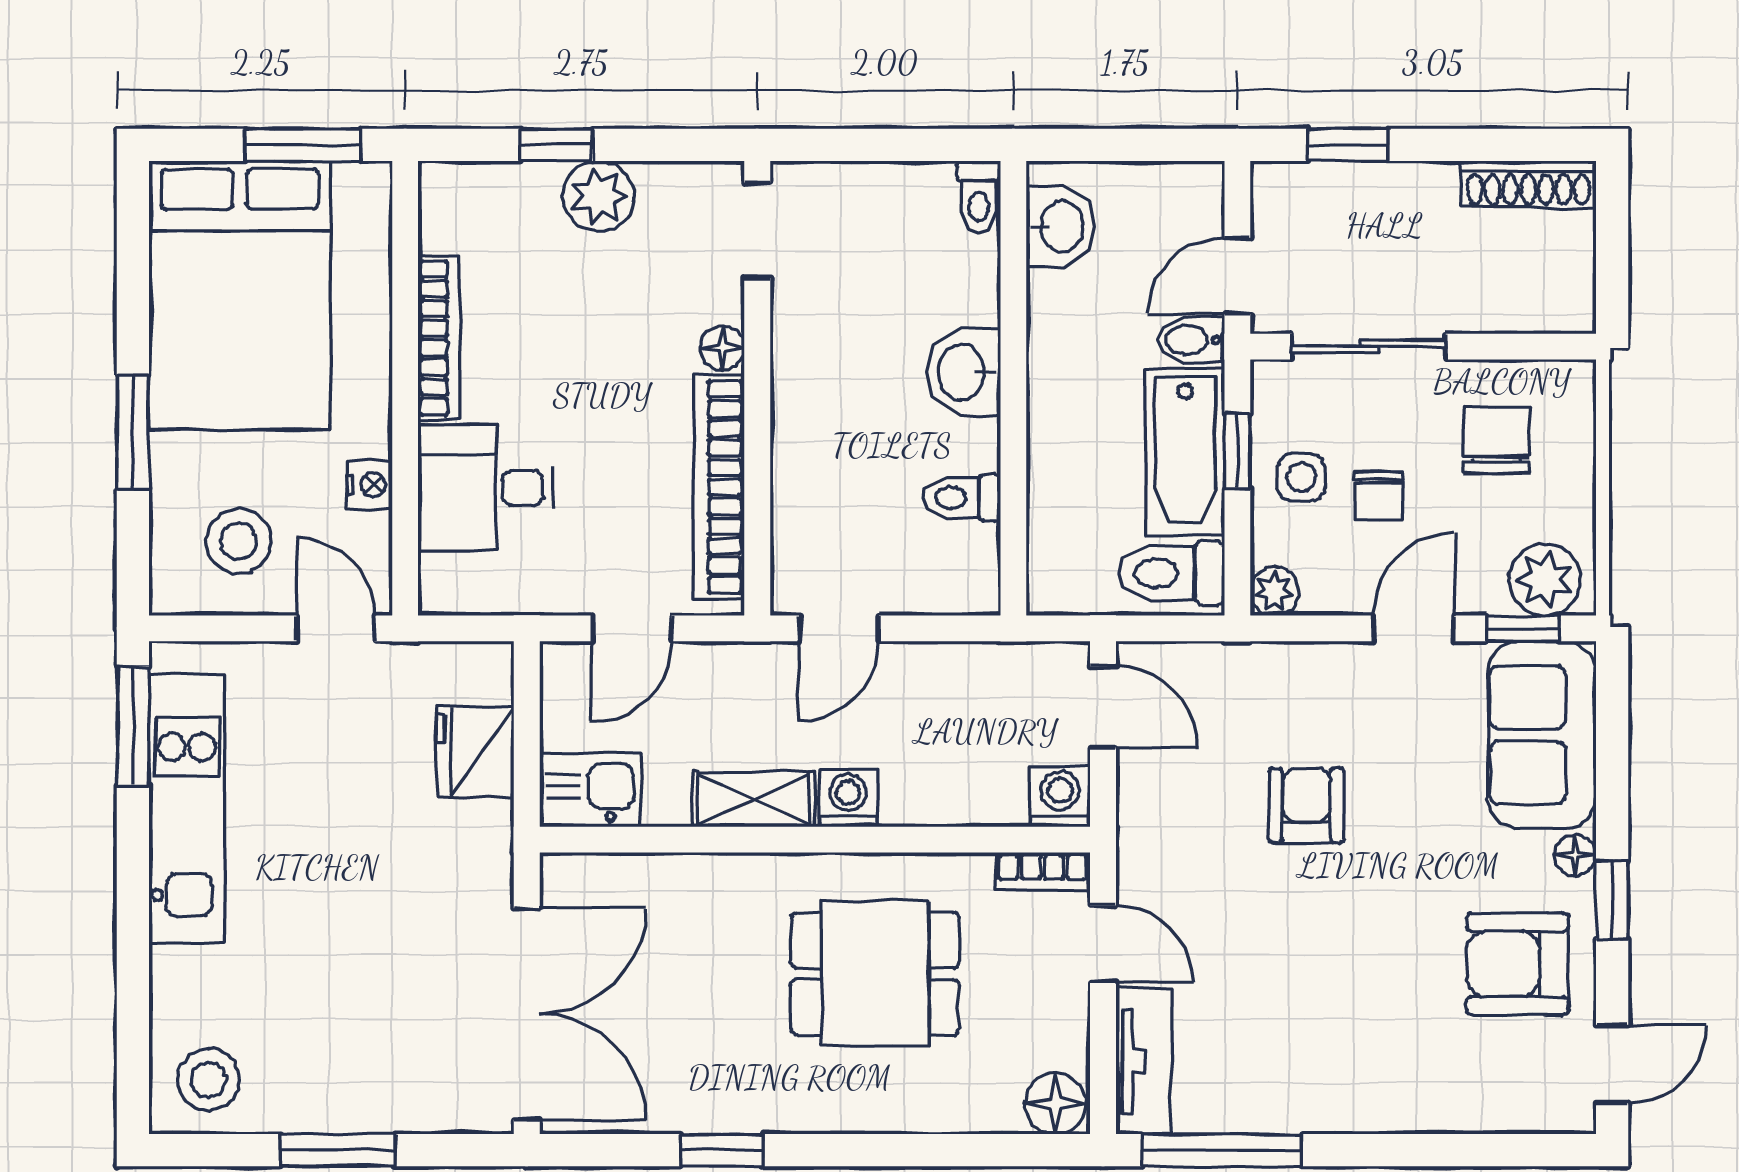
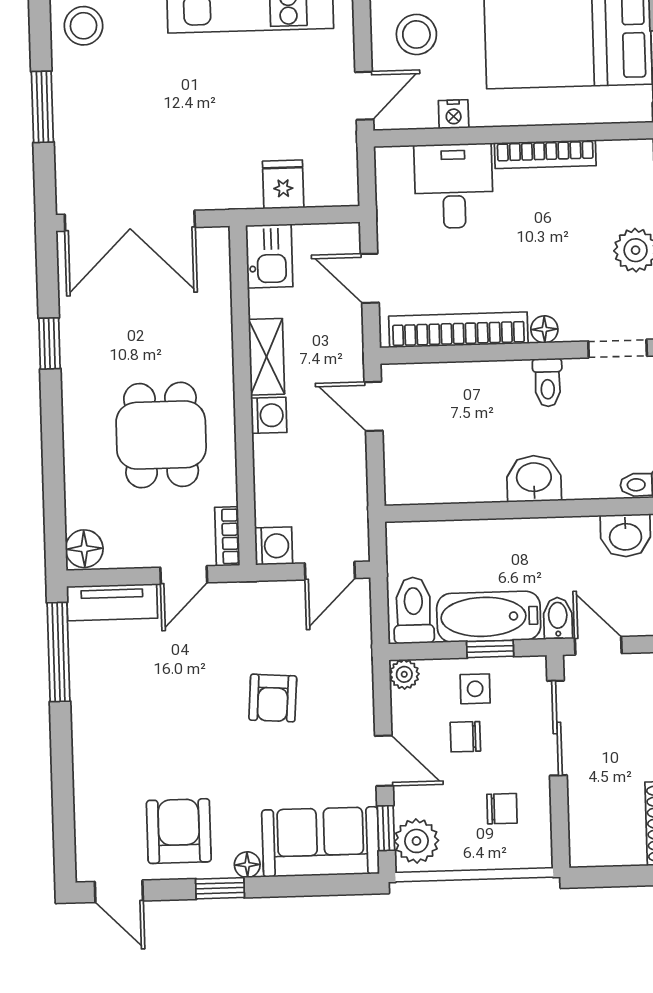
chair: (1497, 440) -> (502, 809), width x0.73, depth x0.73
toilet: (962, 498) -> (548, 383), moved, turned 180
fridge: (475, 751) -> (283, 184), width x0.72
armchair: (1306, 805) -> (273, 698), turned 94

